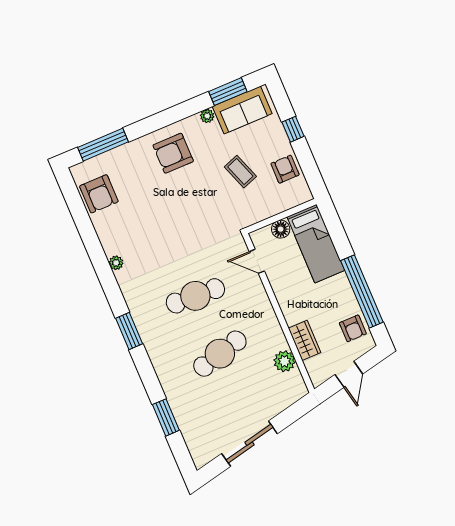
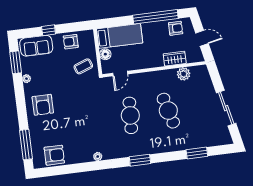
sofa: (242, 110) -> (36, 46), moved, turned 90
coffee table: (240, 172) -> (83, 66), moved

